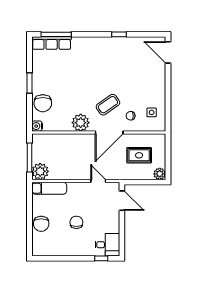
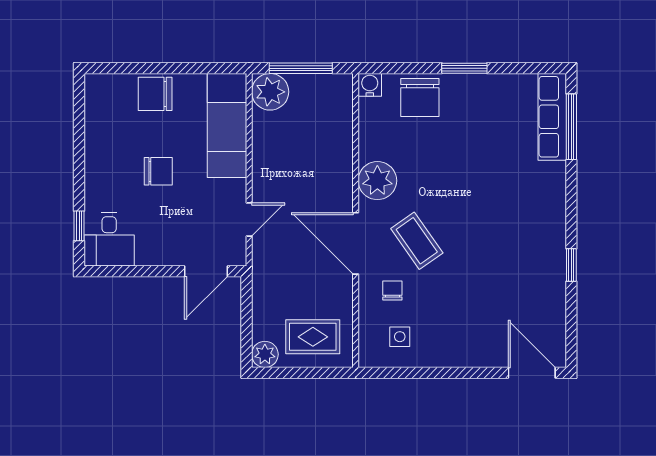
door: (168, 52) -> (532, 373), hinge flipped
chair: (43, 103) -> (420, 98), turned -90
rug: (139, 155) -> (313, 337), moved, turned 90
exam couch: (49, 188) -> (227, 125), width x1.36, depth x1.45

